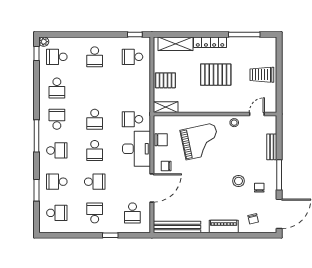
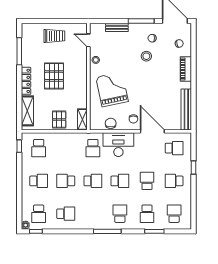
trolley: (262, 75) -> (54, 36), turned -90
school desk: (57, 119) -> (66, 181), moved

